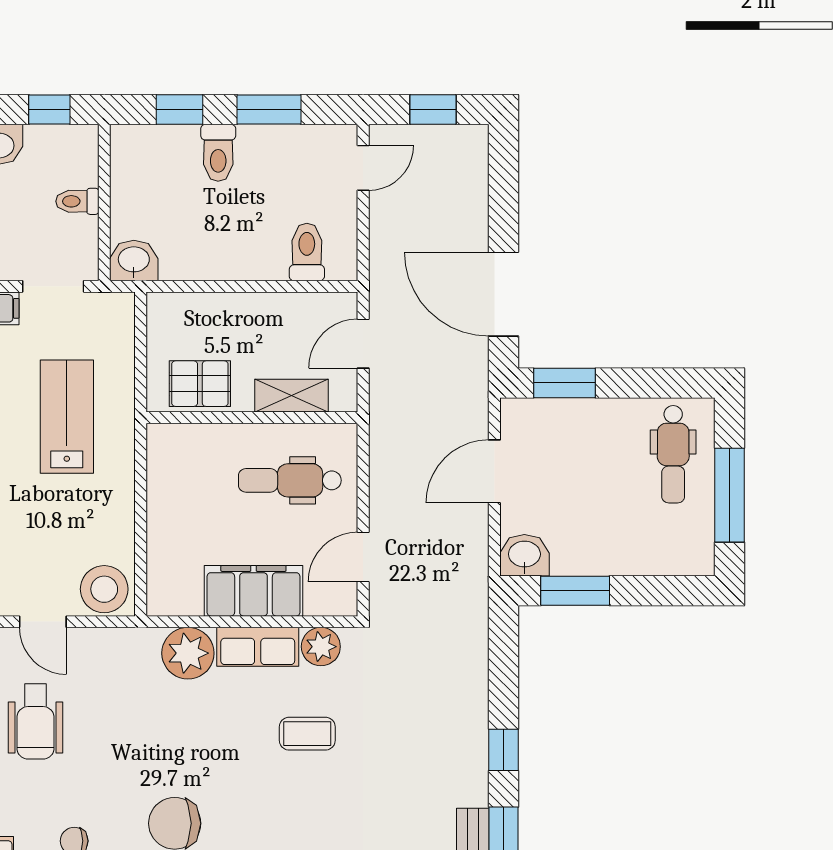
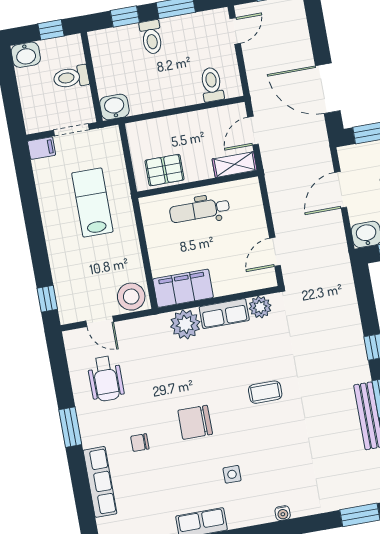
toilet: (77, 201) -> (71, 77), width x1.37, depth x1.39
shelving: (291, 396) -> (235, 165), moved
dental chair: (290, 480) -> (200, 210), moved
filing cabinet: (253, 591) -> (183, 288), moved
coffee table: (307, 734) -> (265, 392), moved

